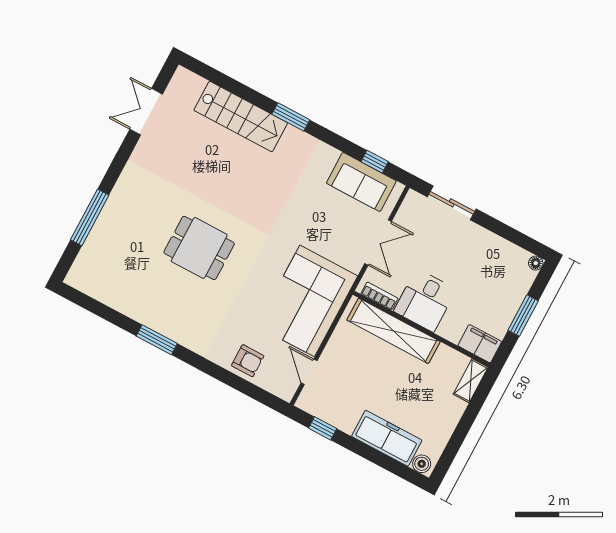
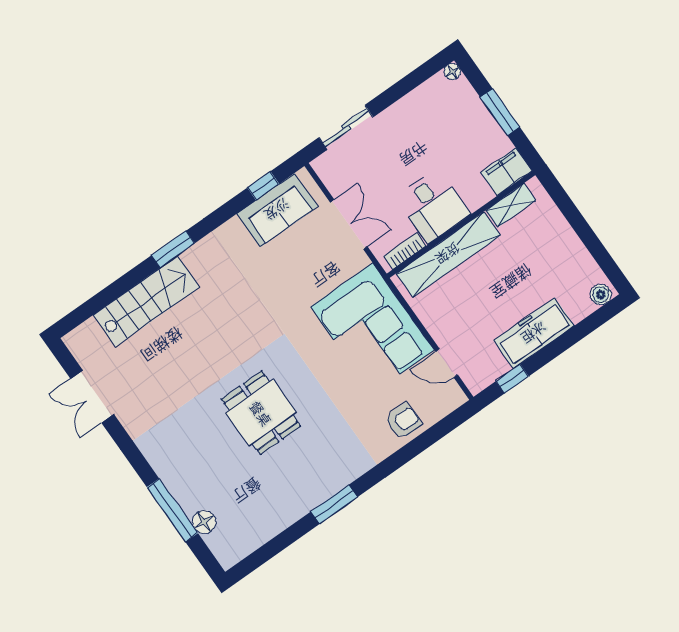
floor lamp: (93, 246) -> (204, 522), added
dining table: (199, 248) -> (261, 413), turned 90
shelving: (471, 381) -> (511, 205), moved, turned 90
freezer: (387, 438) -> (534, 333), moved

